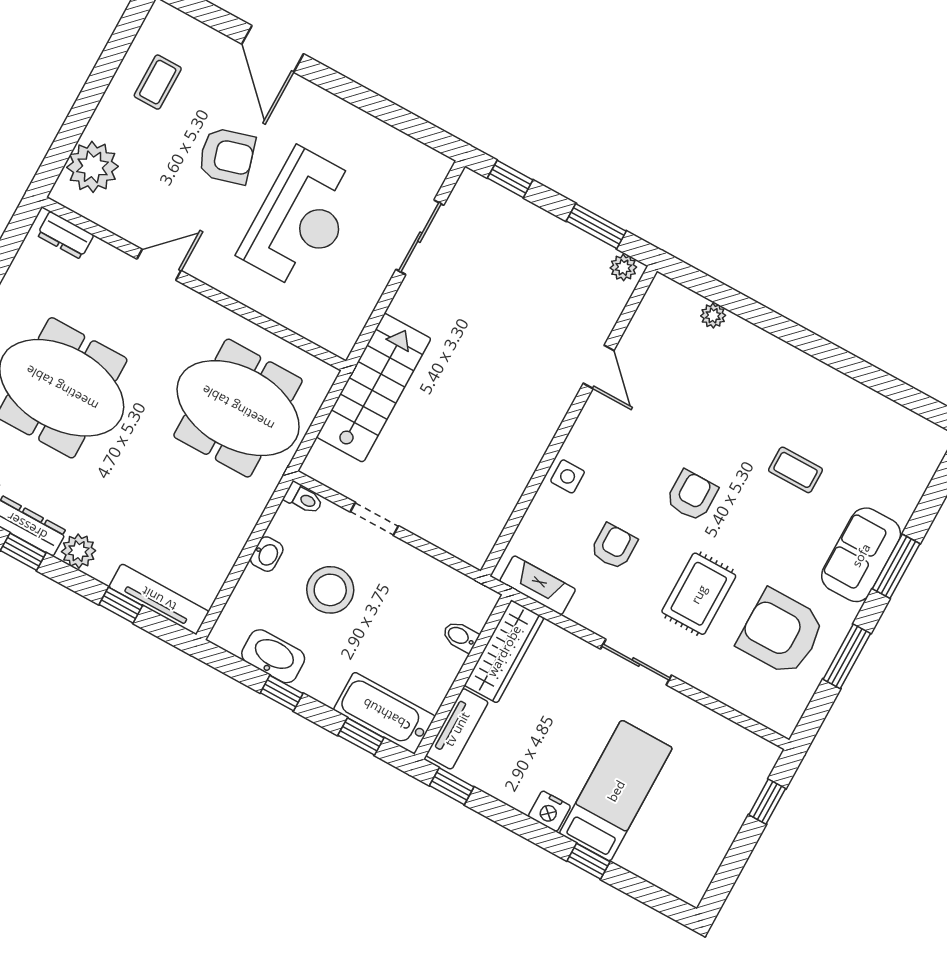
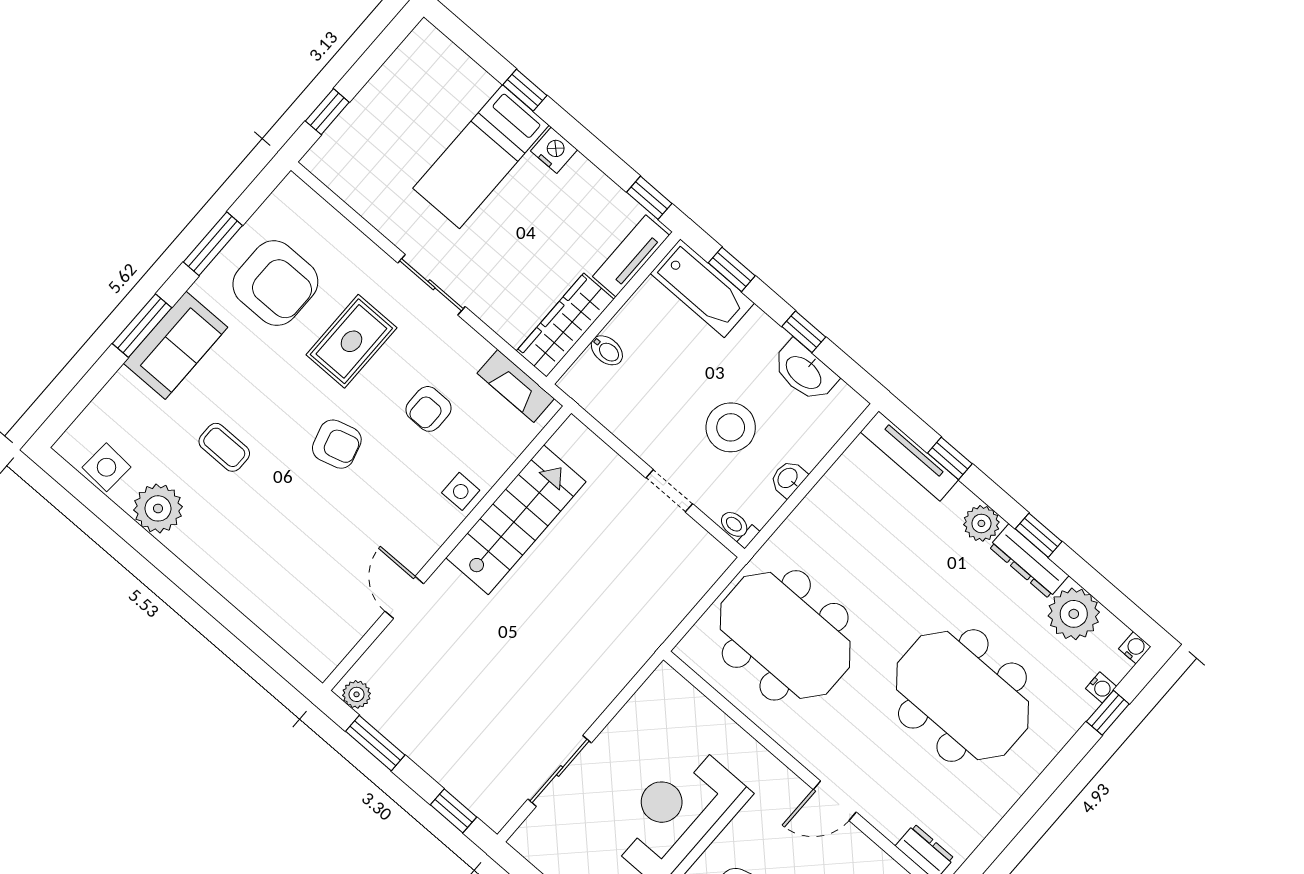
plant: (713, 316) -> (158, 508), moved, width x1.88, depth x1.88
stairs: (374, 388) -> (516, 520), moved, turned 180
side table: (901, 428) -> (107, 467), added
armchair: (692, 496) -> (337, 444), turned -106

